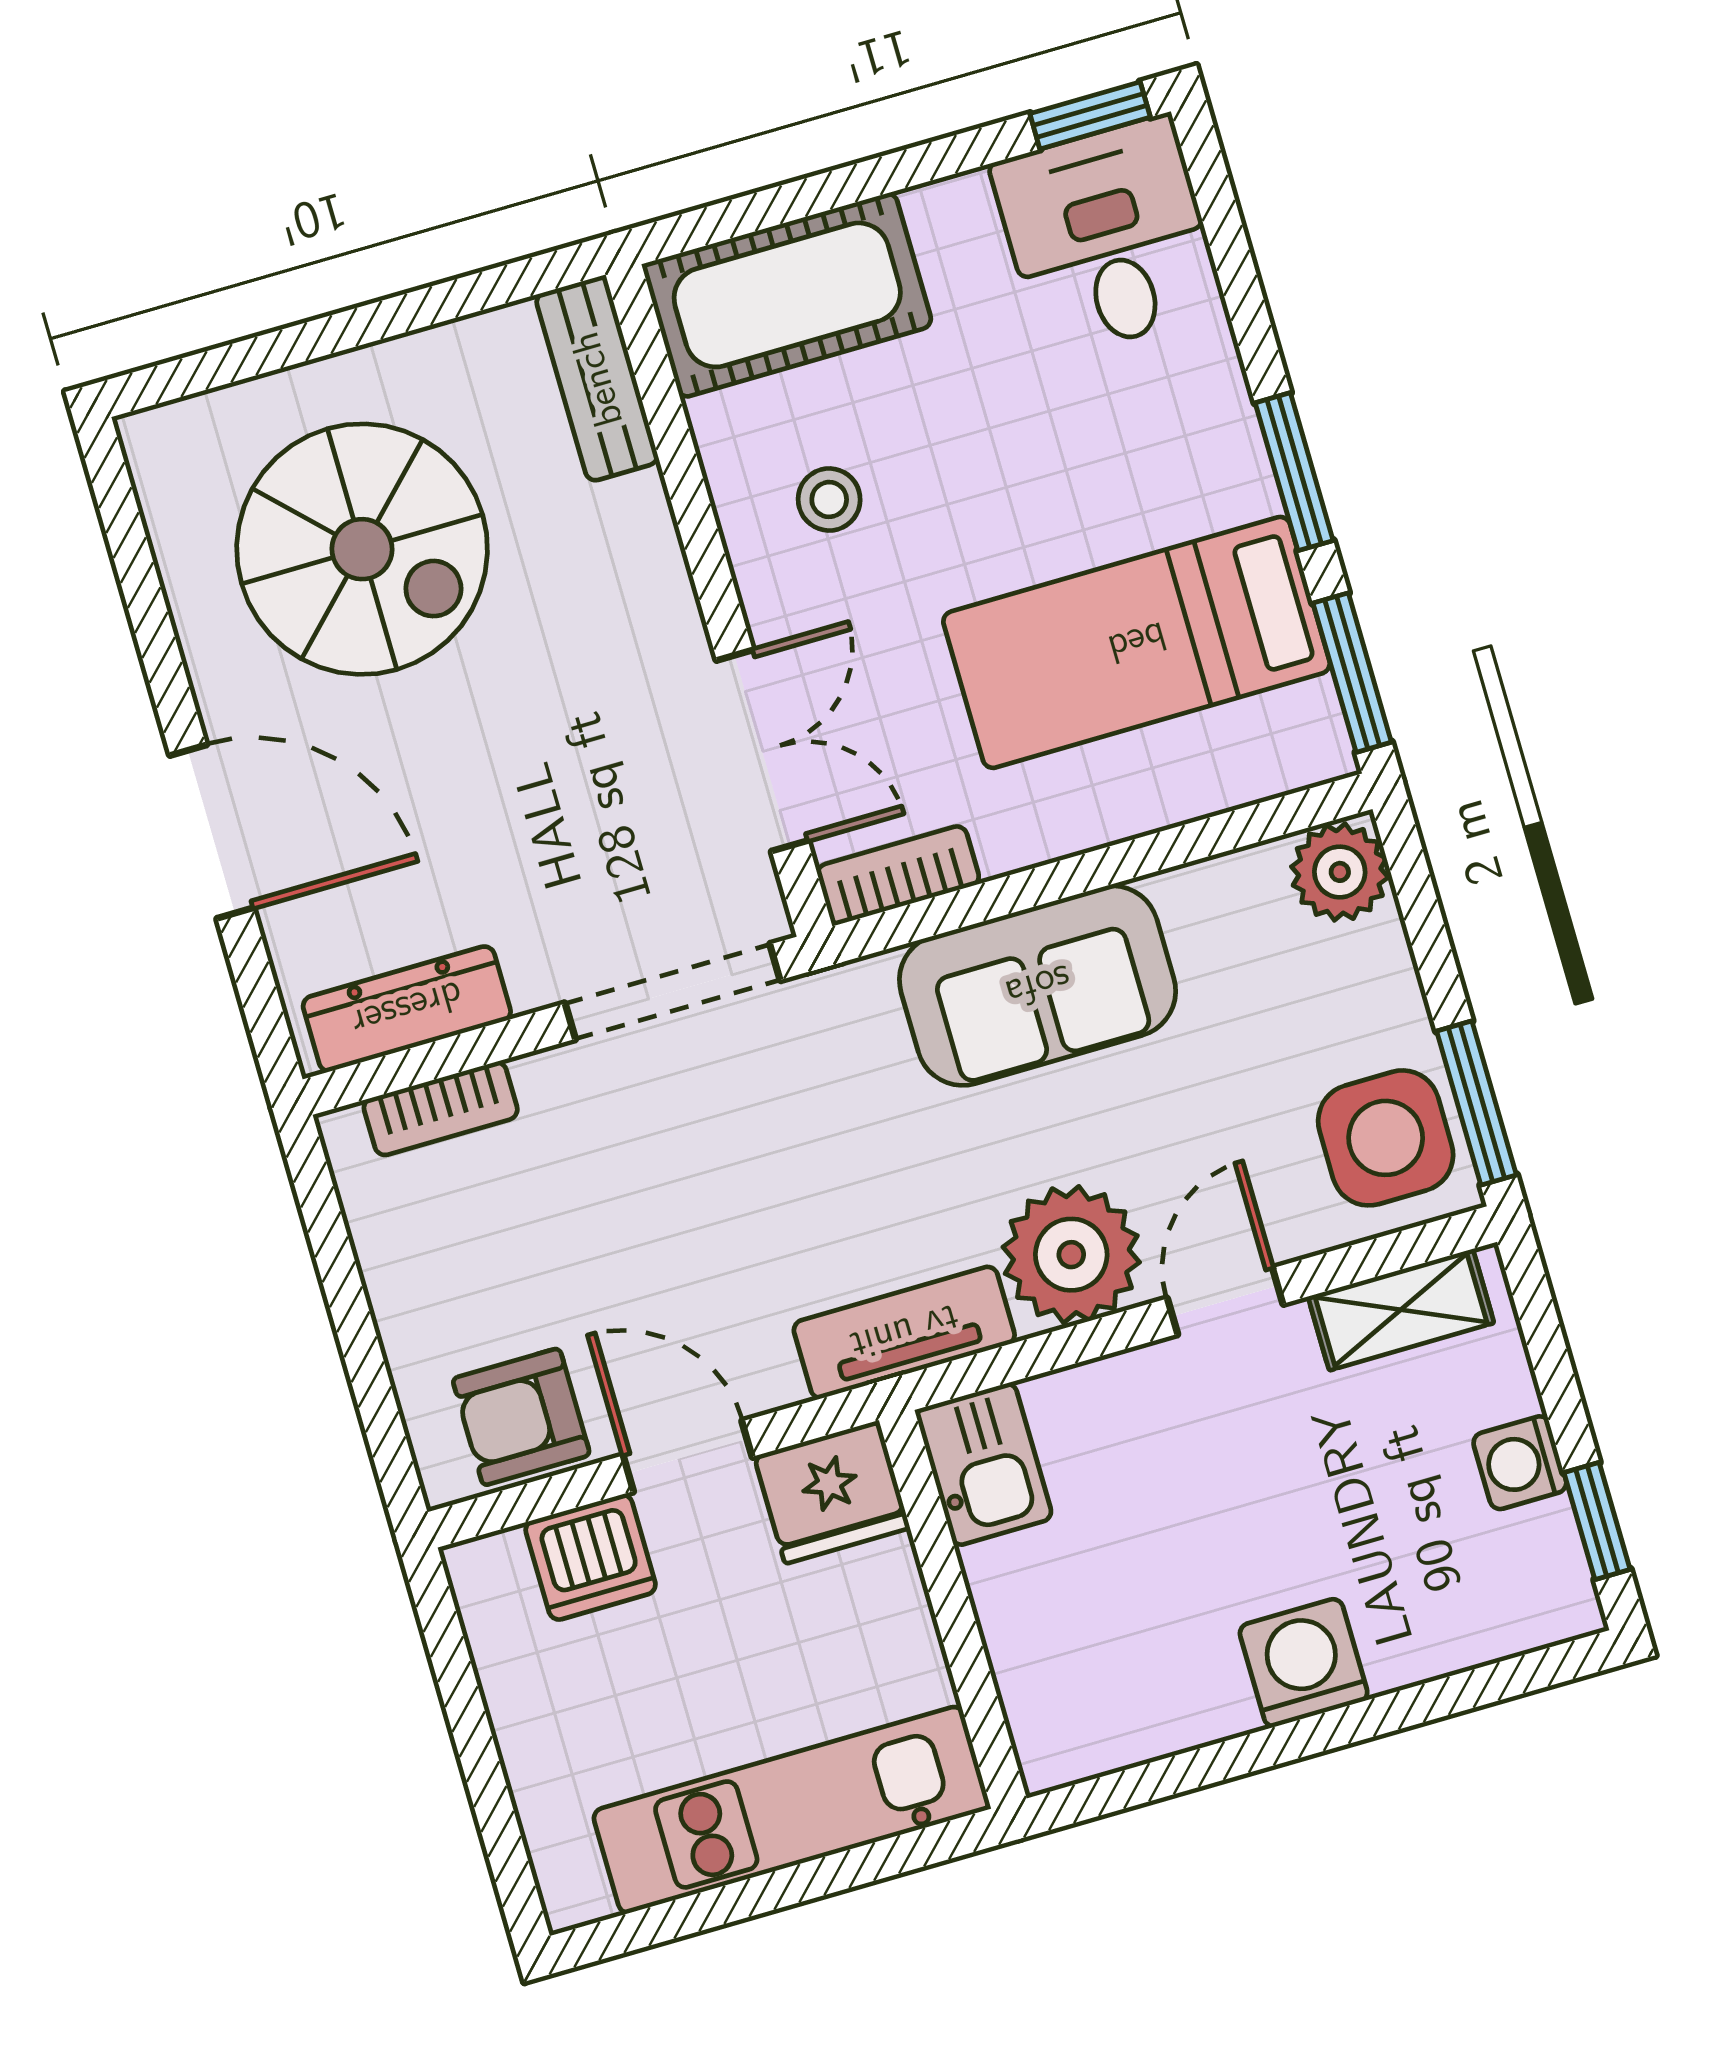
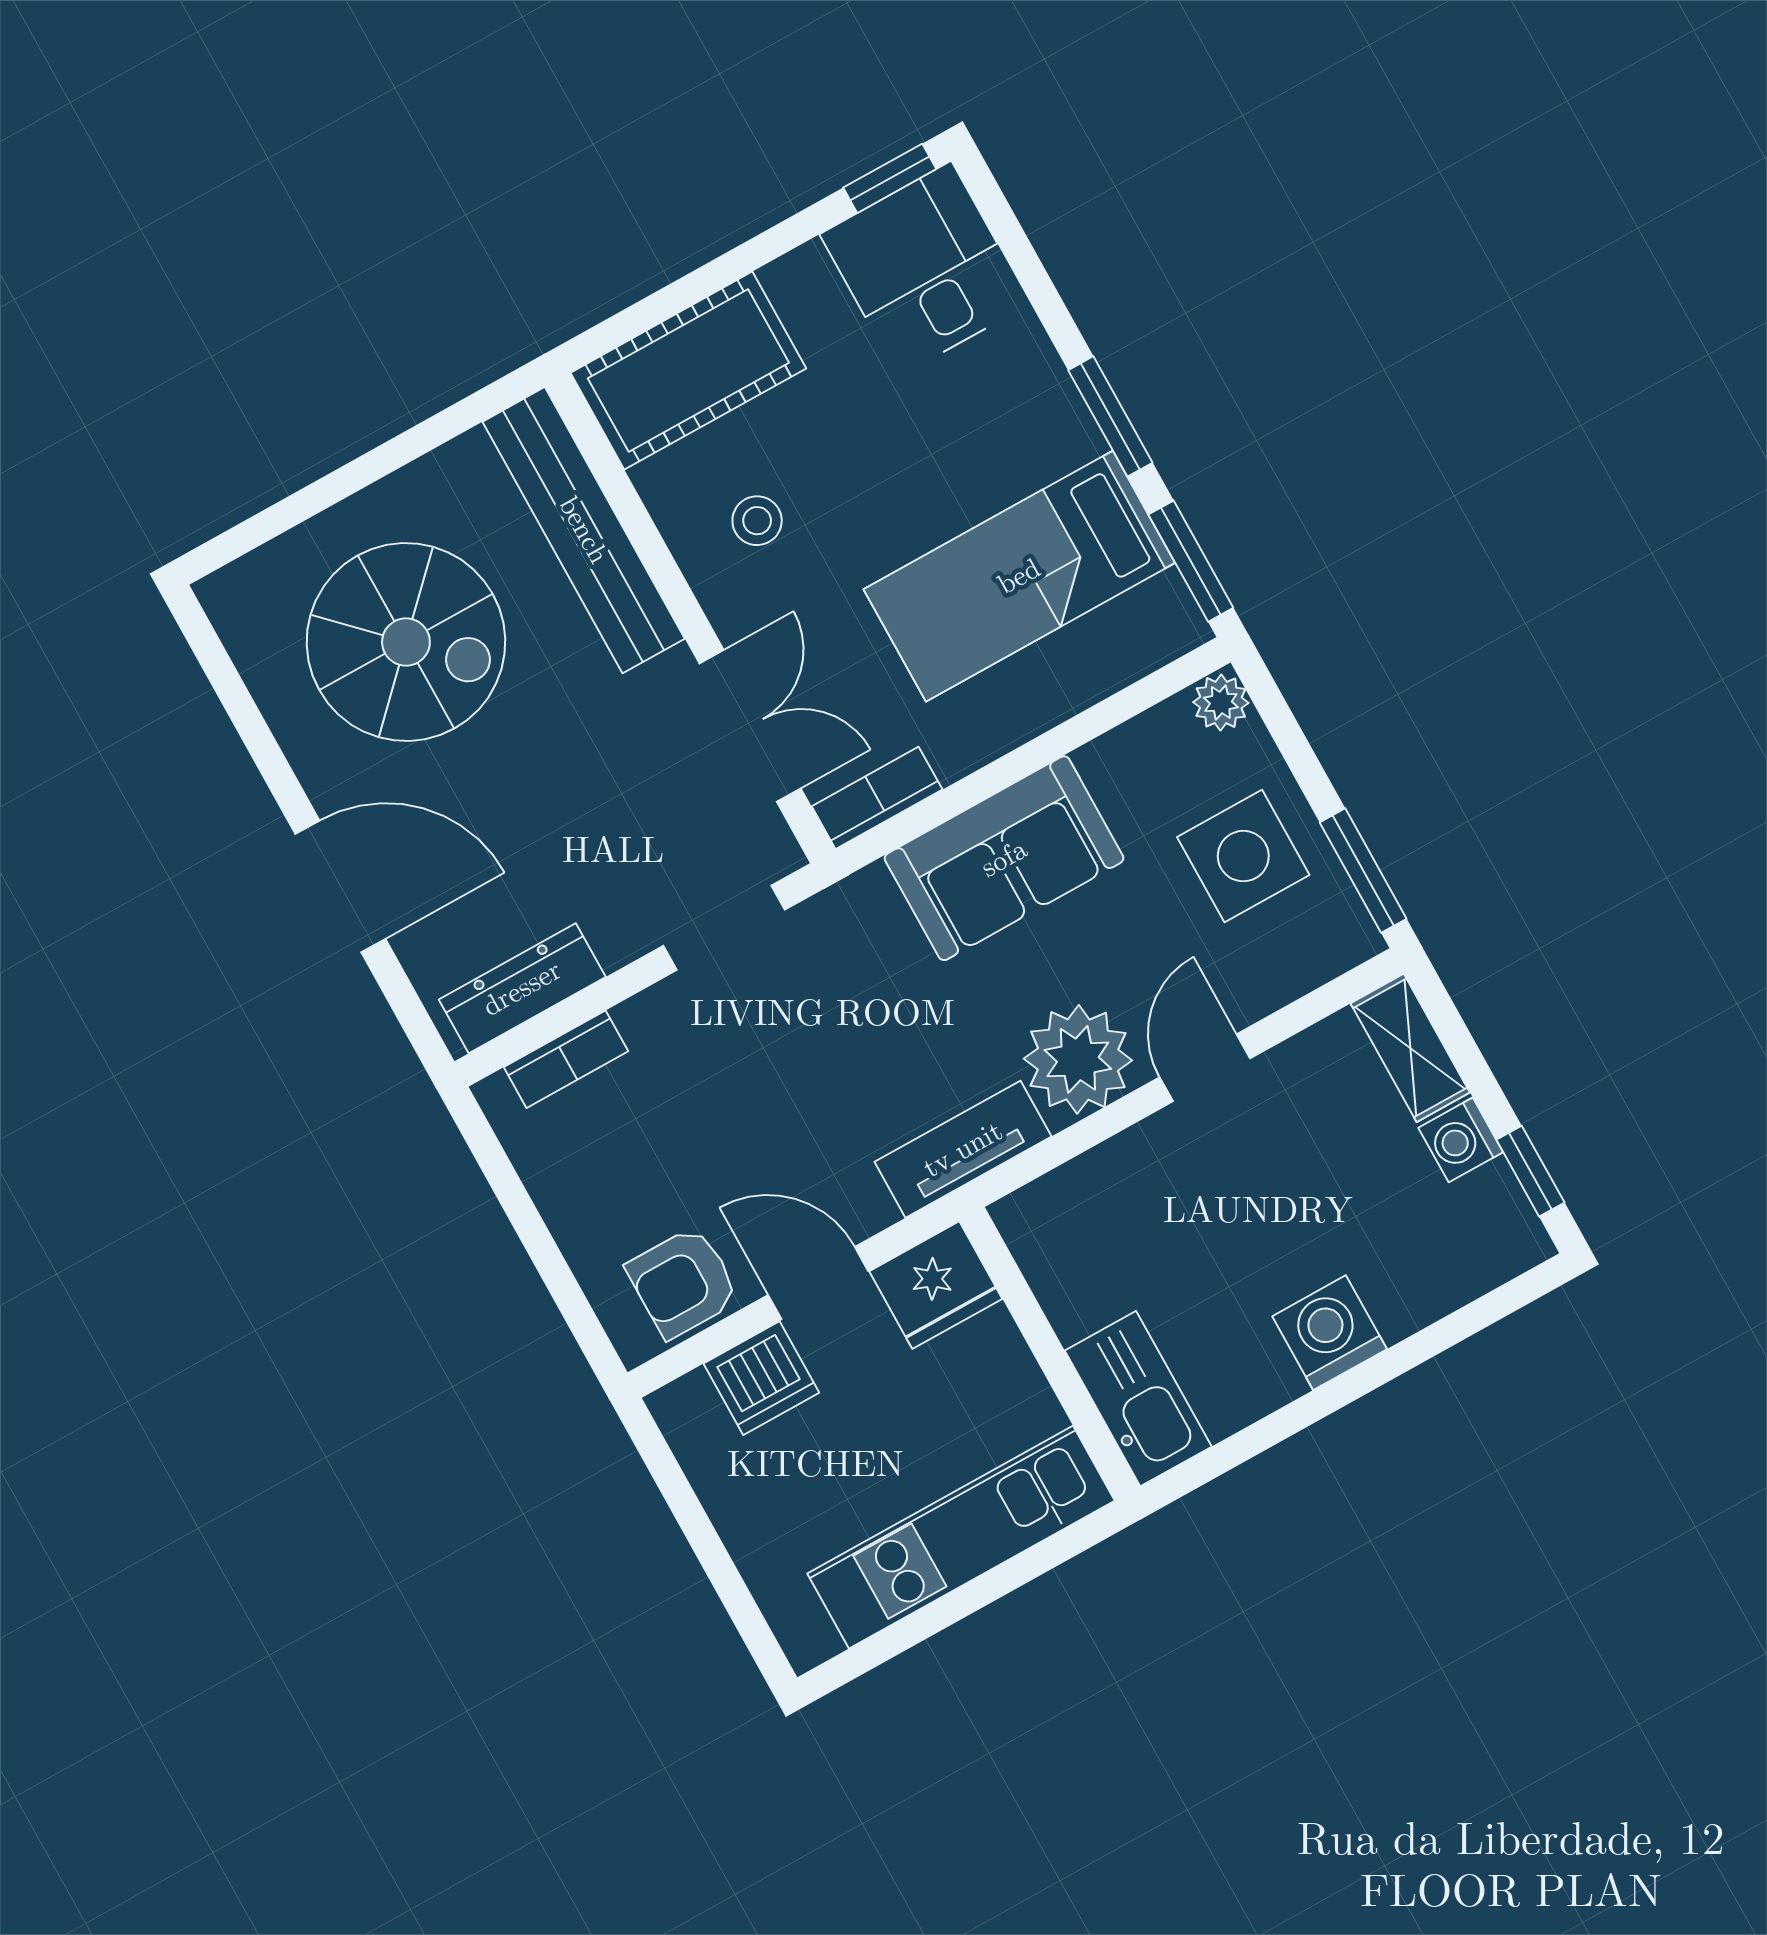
bench: (597, 379) -> (584, 530), width x1.86, depth x1.21
plant: (1340, 872) -> (1221, 703), width x0.73, depth x0.73
doorway: (673, 992) -> (724, 928), width x0.73
side table: (1386, 1138) -> (1243, 856), moved
shelving: (1401, 1310) -> (1410, 1048), moved, turned 90
kitchen sink: (984, 1464) -> (1138, 1399), moved, width x1.38

